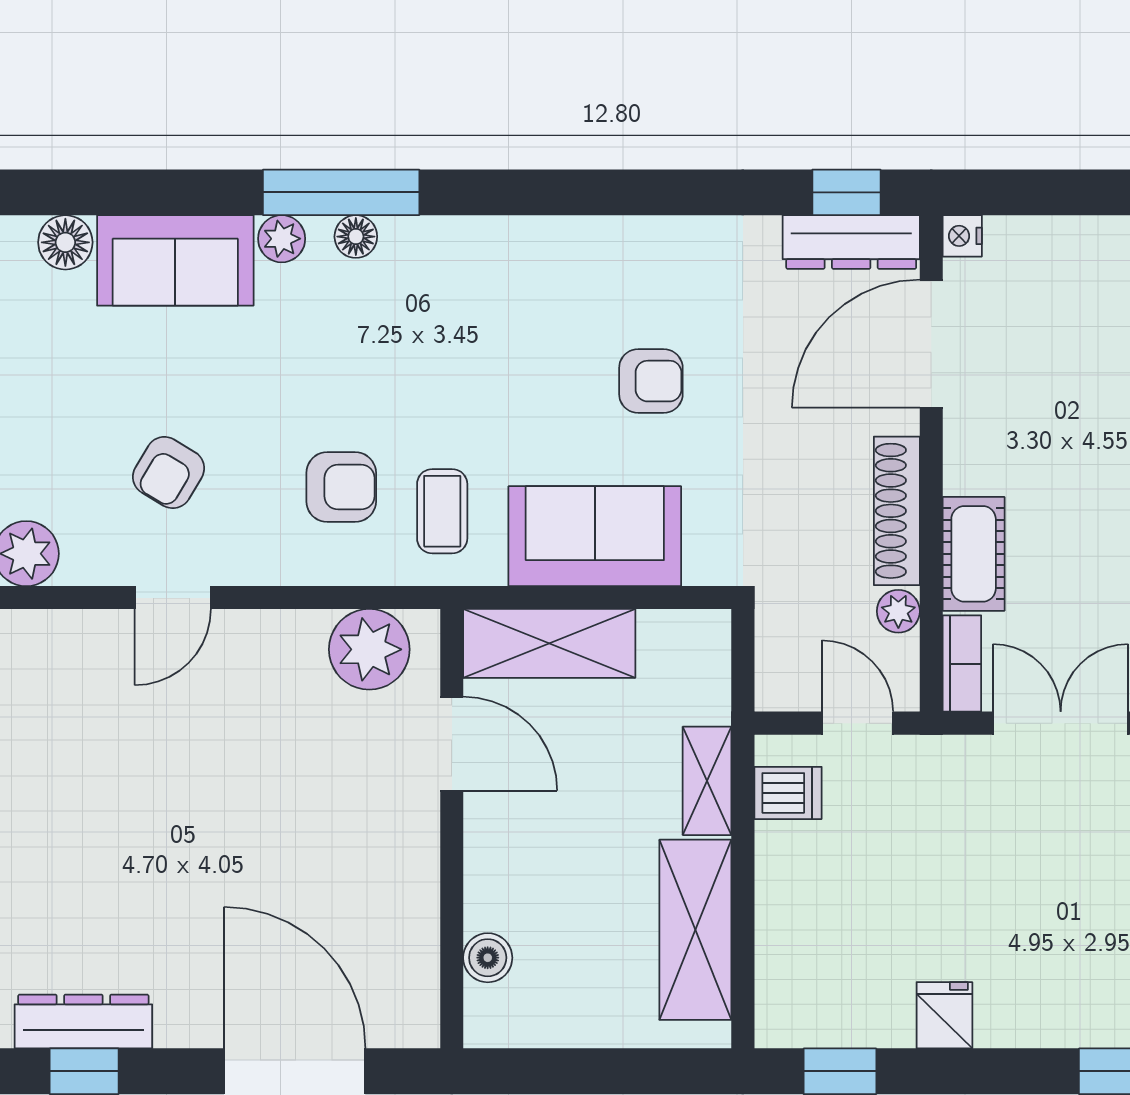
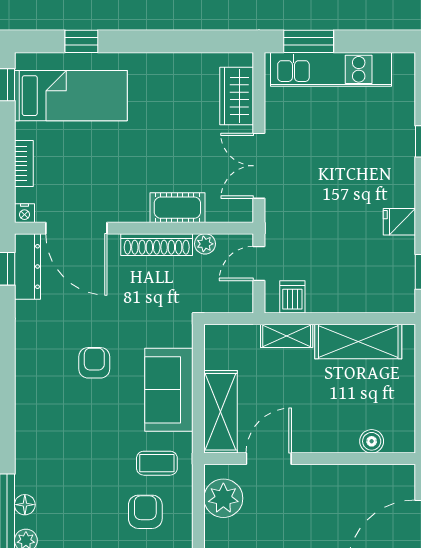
bookcase: (962, 664) -> (24, 163), moved, turned 90

